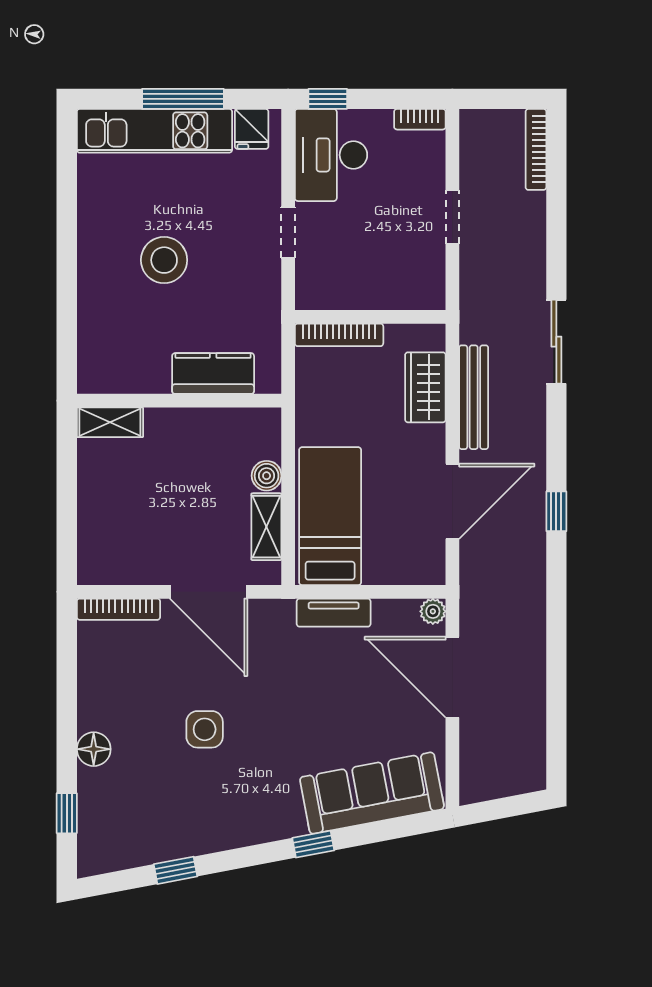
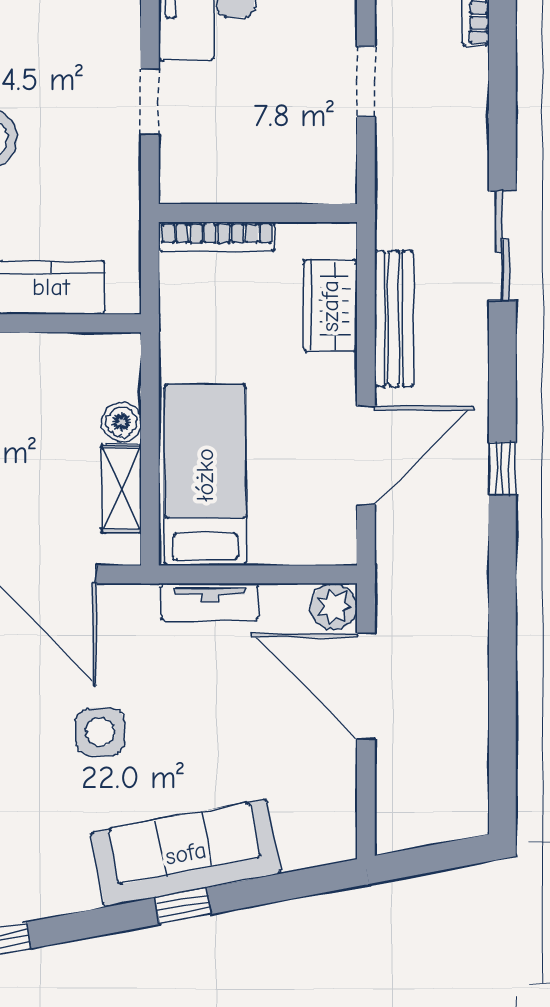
plant: (433, 611) -> (334, 606), width x1.38, depth x1.38
side table: (205, 729) -> (100, 732), moved
sofa: (372, 793) -> (186, 853), moved

